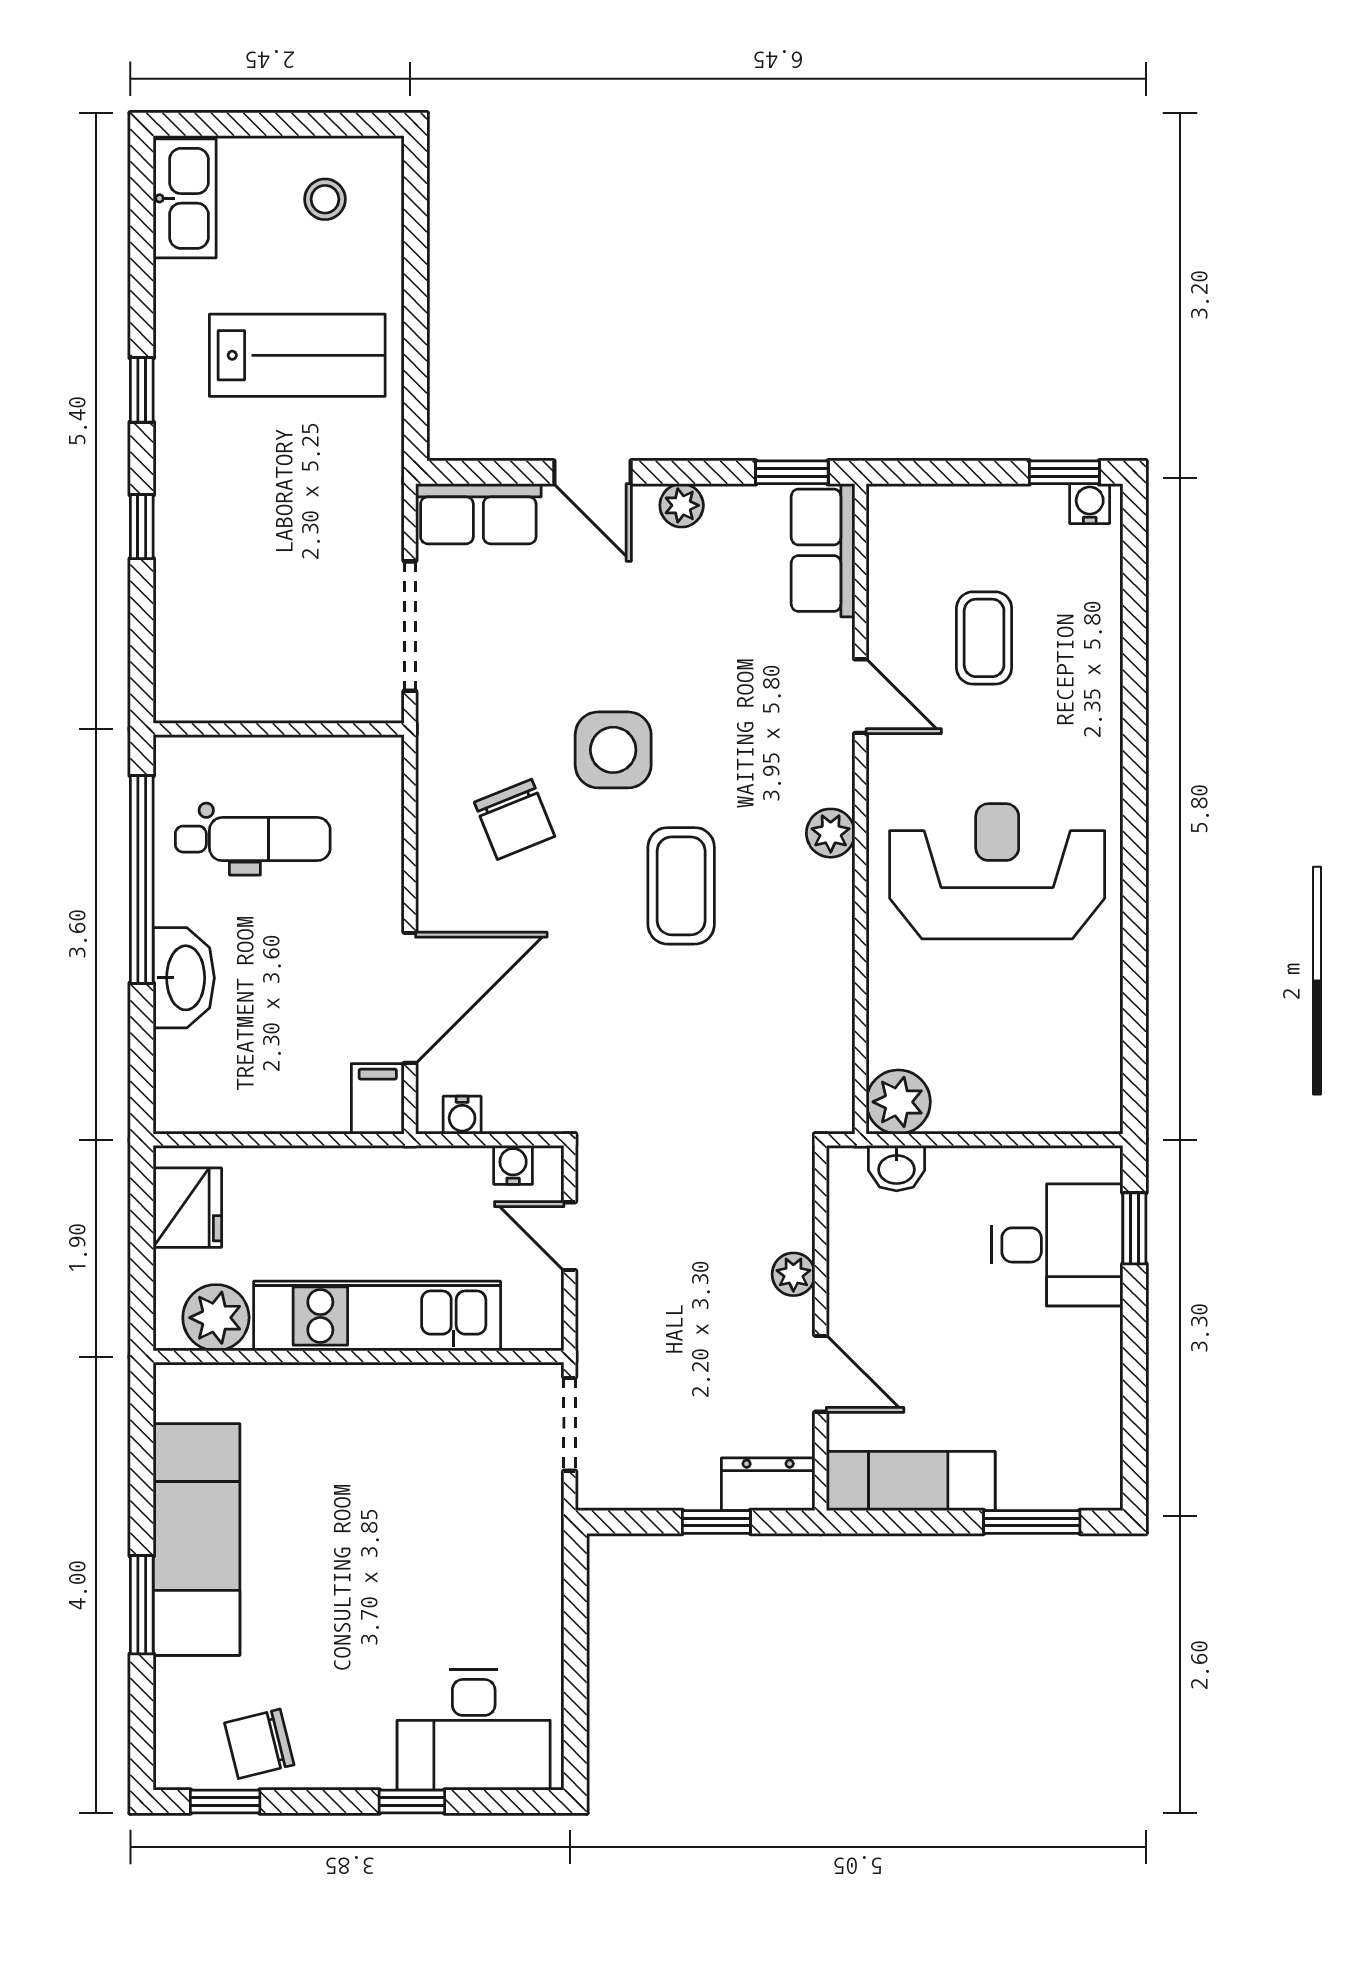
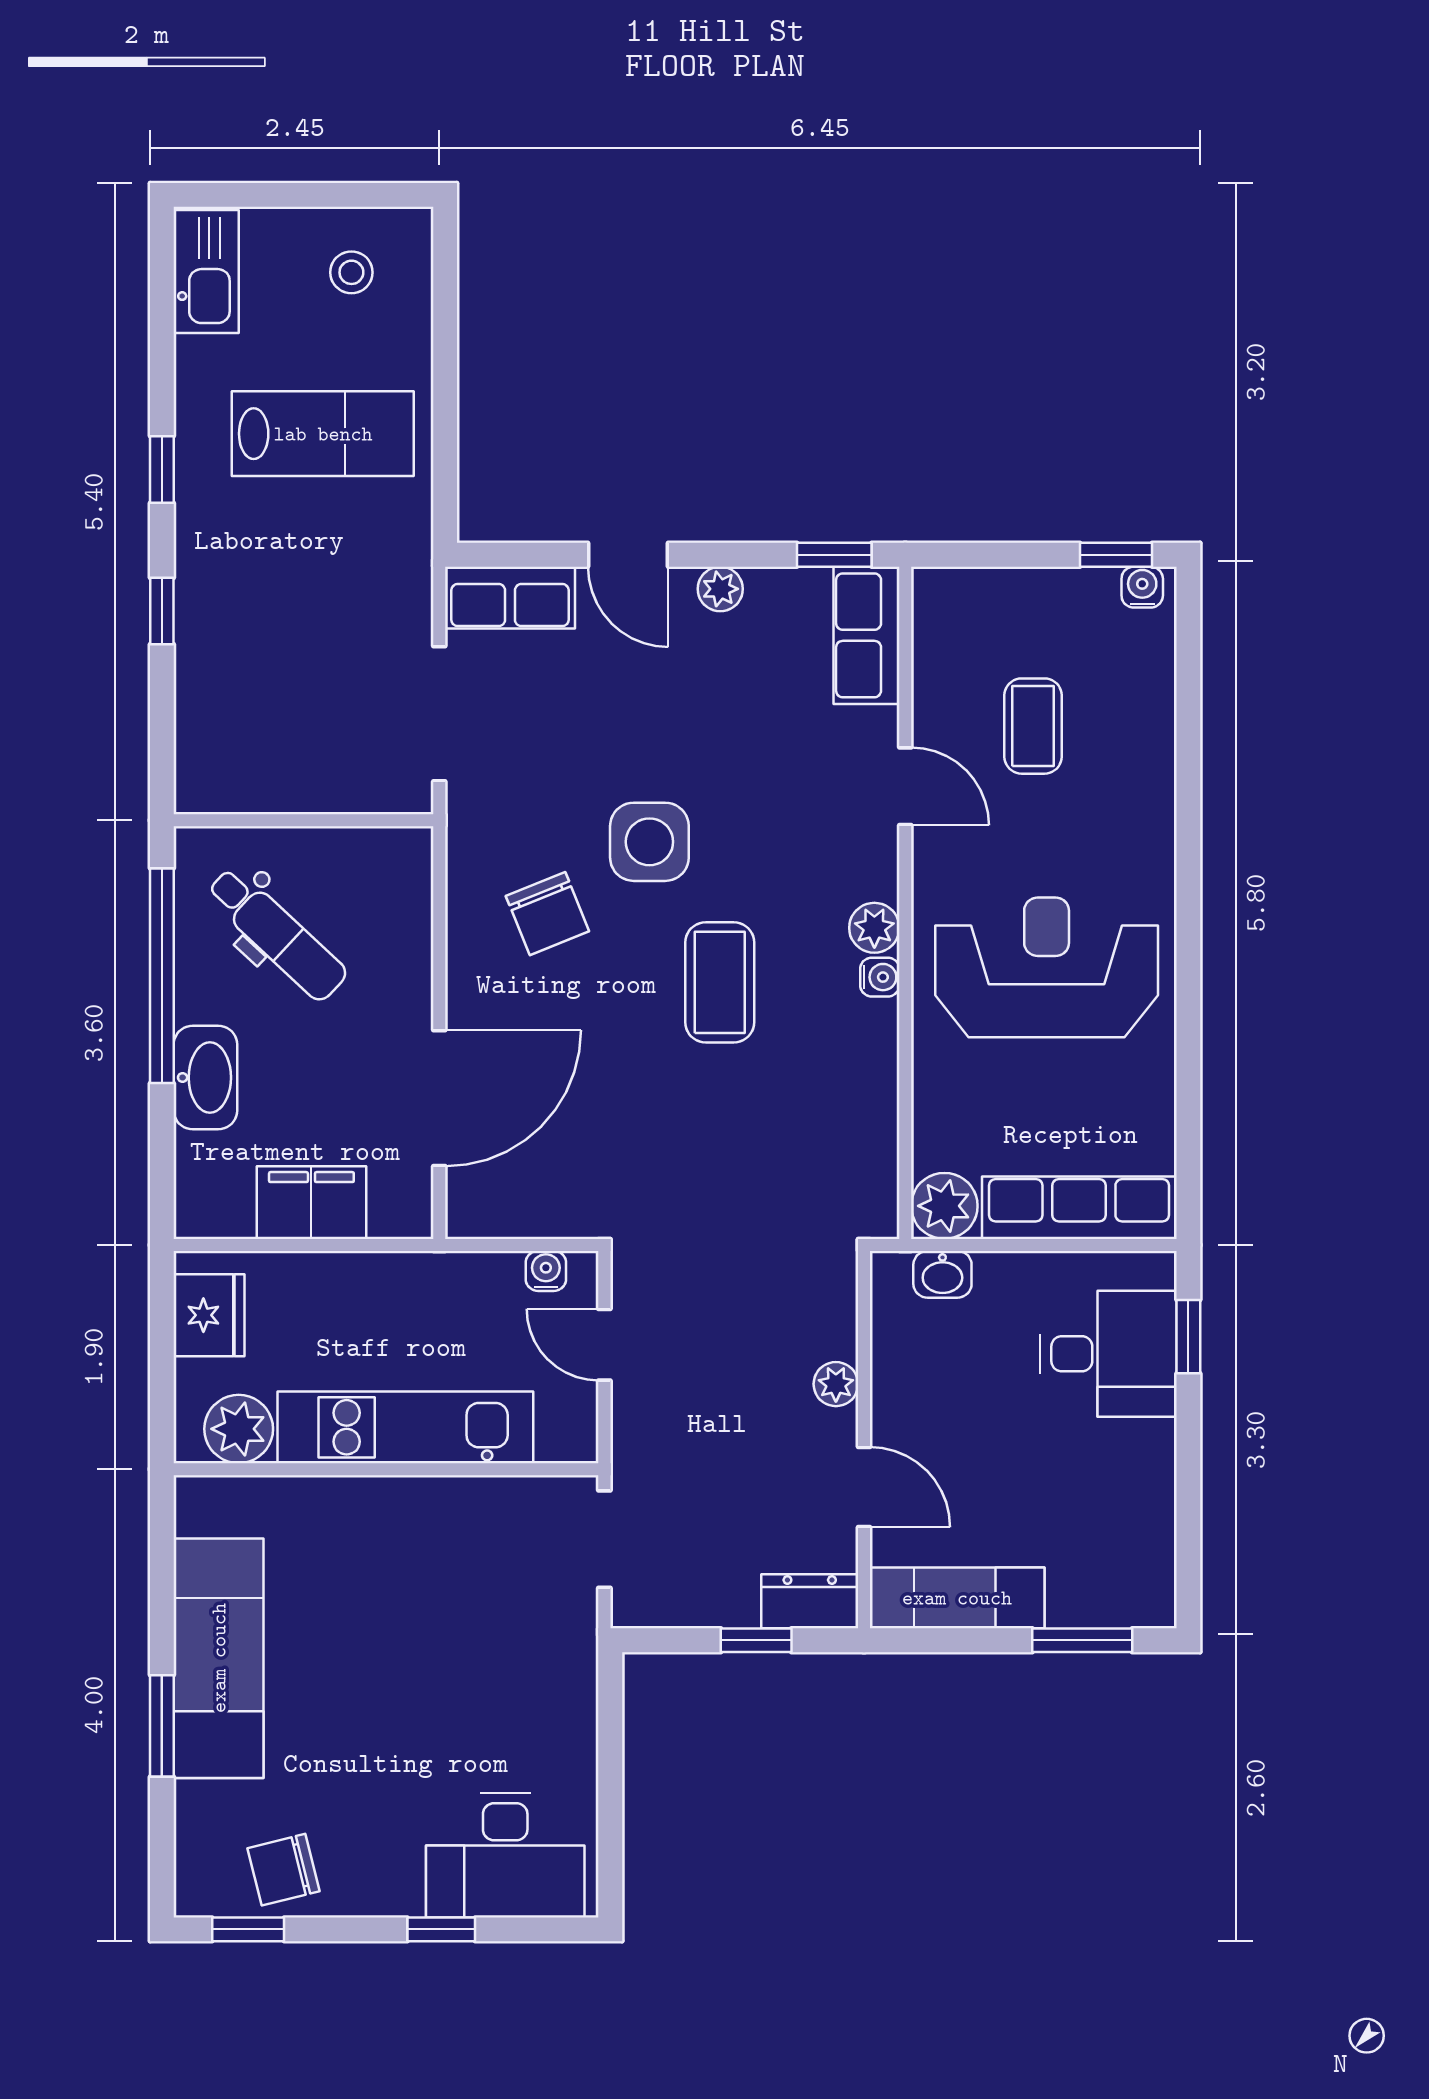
dental chair: (253, 839) -> (277, 934), turned 43
filing cabinet: (378, 1099) -> (311, 1203), moved, width x2.00
row of seats: (1029, 1104) -> (1079, 1208), added
water cooler: (462, 1115) -> (880, 977), moved, turned -90

